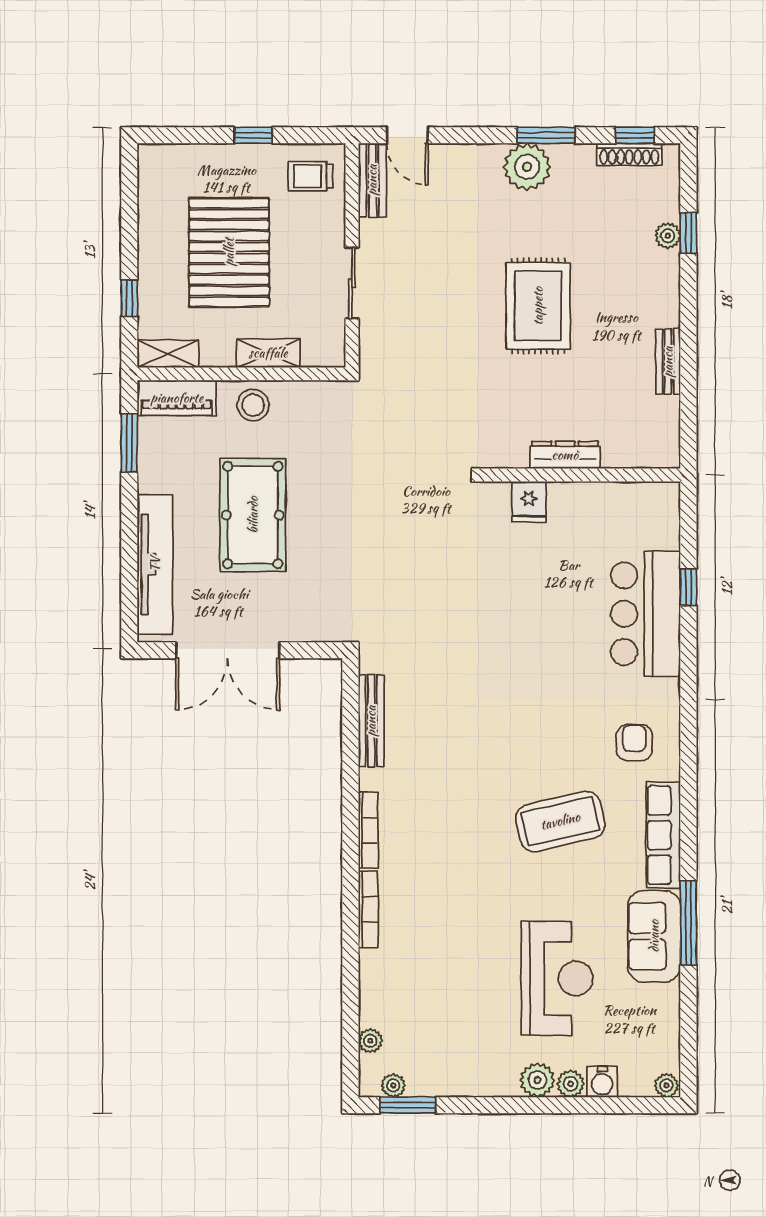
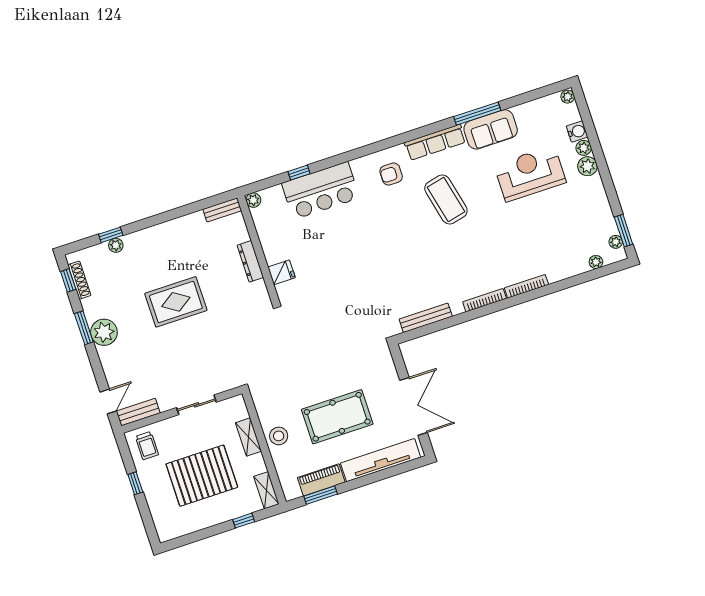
bench: (668, 362) -> (222, 210), moved
piano: (177, 398) -> (321, 480), moved, turned -90
plant: (667, 494) -> (253, 200), added

